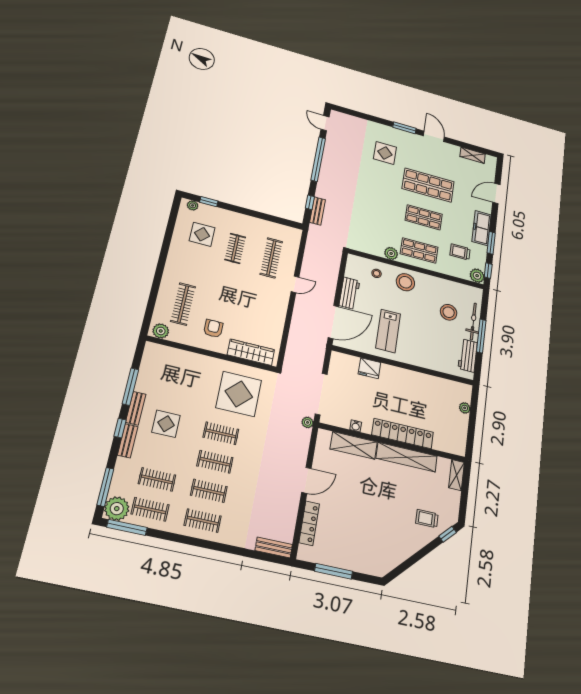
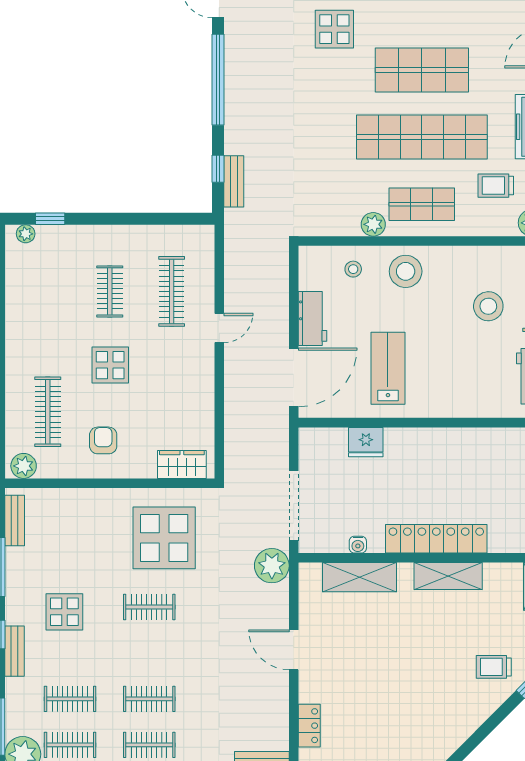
shop shelf: (424, 217) -> (422, 137), width x2.00, depth x1.36
display table: (202, 234) -> (110, 365), moved
lab bench: (388, 331) -> (388, 368), turned 180
wardrobe: (251, 352) -> (182, 464), width x0.67
bench: (136, 408) -> (15, 521), moved
plant: (308, 422) -> (272, 566), width x1.87, depth x1.87
shelving: (407, 457) -> (448, 576), width x0.68
clothes rail: (215, 462) -> (149, 653), removed
door: (306, 480) -> (294, 650), swing flipped
locker: (309, 523) -> (309, 726), width x0.66

